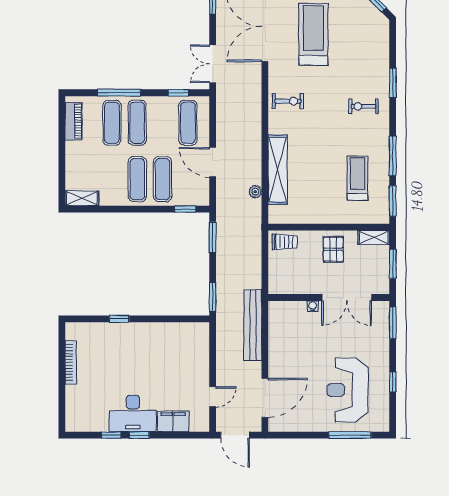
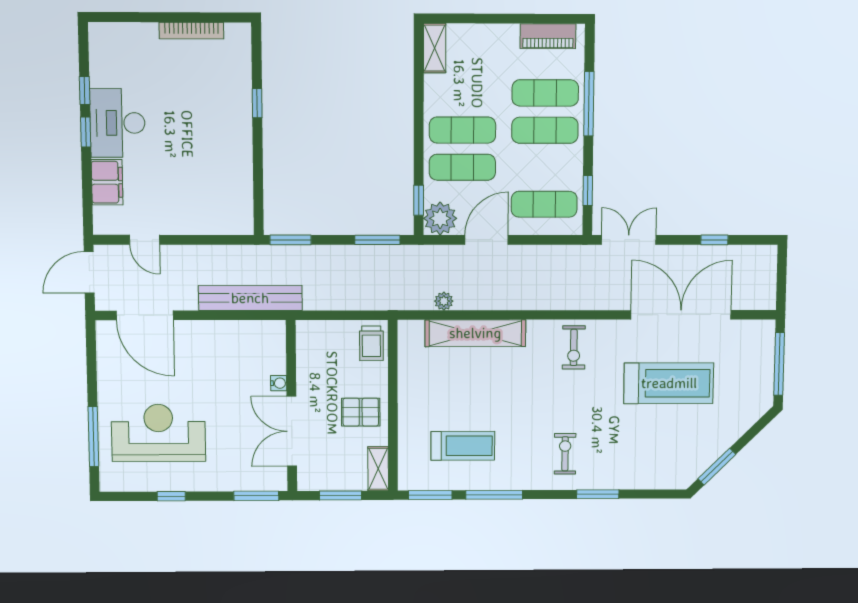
plant: (198, 194) -> (440, 218), added

